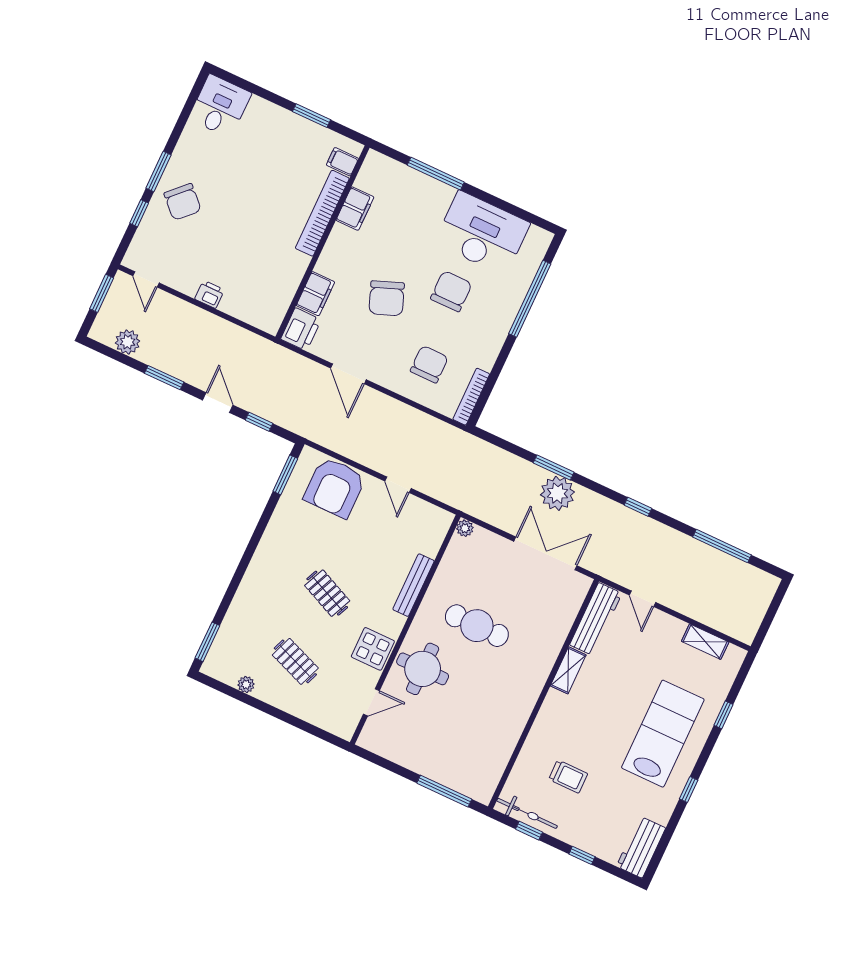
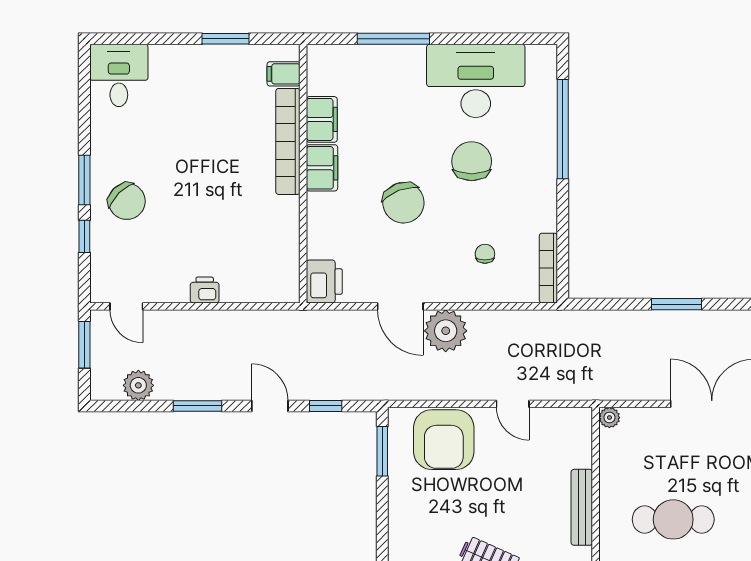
filing cabinet: (315, 294) -> (322, 168), moved
chair: (429, 364) -> (485, 254), width x0.54, depth x0.54
plant: (557, 493) -> (446, 331), moved

